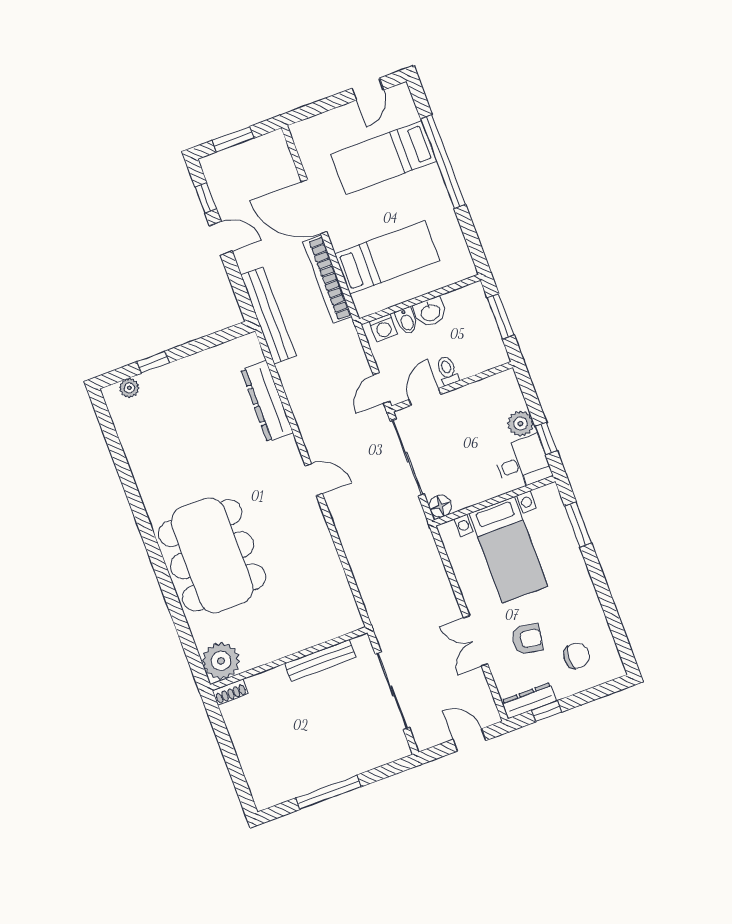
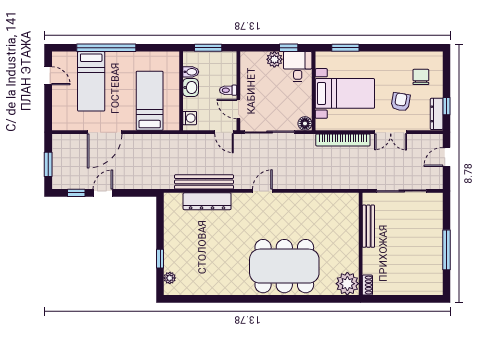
bookcase: (327, 279) -> (343, 140), moved
bench: (268, 315) -> (204, 182), moved
bidet: (407, 321) -> (191, 72), moved

